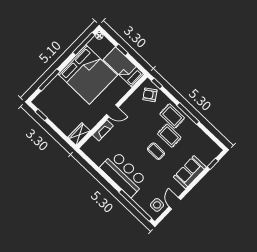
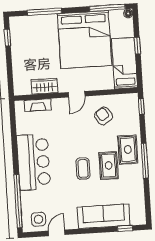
armchair: (150, 95) -> (104, 116), moved
door: (112, 111) -> (77, 94), hinge flipped
fireplace: (103, 130) -> (38, 105), moved
wardrobe: (79, 134) -> (45, 86), moved
sofa: (190, 172) -> (104, 216), width x1.36

